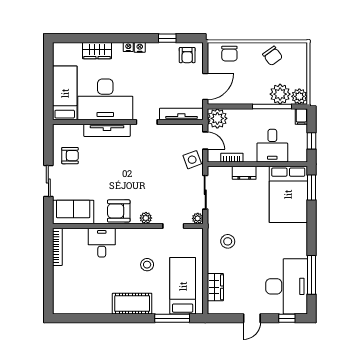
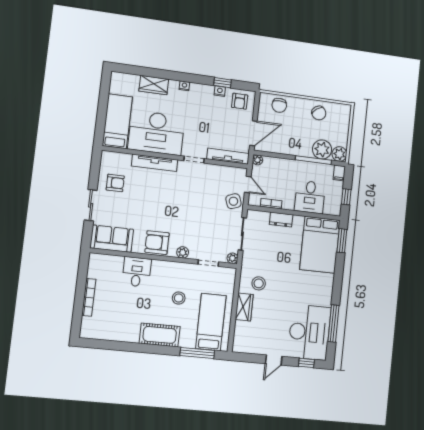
nightstand: (140, 47) -> (220, 91), moved
plant: (217, 118) -> (258, 160), width x0.53, depth x0.53
bookcase: (57, 247) -> (89, 297), moved
wardrobe: (215, 287) -> (244, 307), moved

